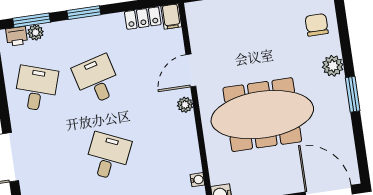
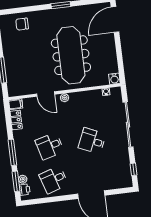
window: (84, 13) -> (12, 152), width x1.44
plant: (333, 66) -> (45, 16), removed
desk: (36, 89) -> (54, 180), turned -36

